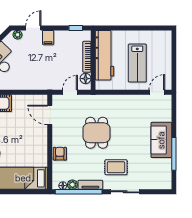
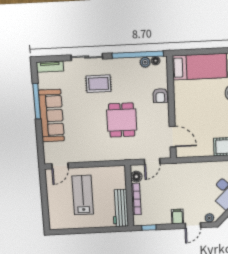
workbench: (105, 55) -> (120, 208), width x0.73, depth x0.76
sofa: (161, 140) -> (51, 116), width x1.36
tv unit: (90, 185) -> (50, 67), moved

